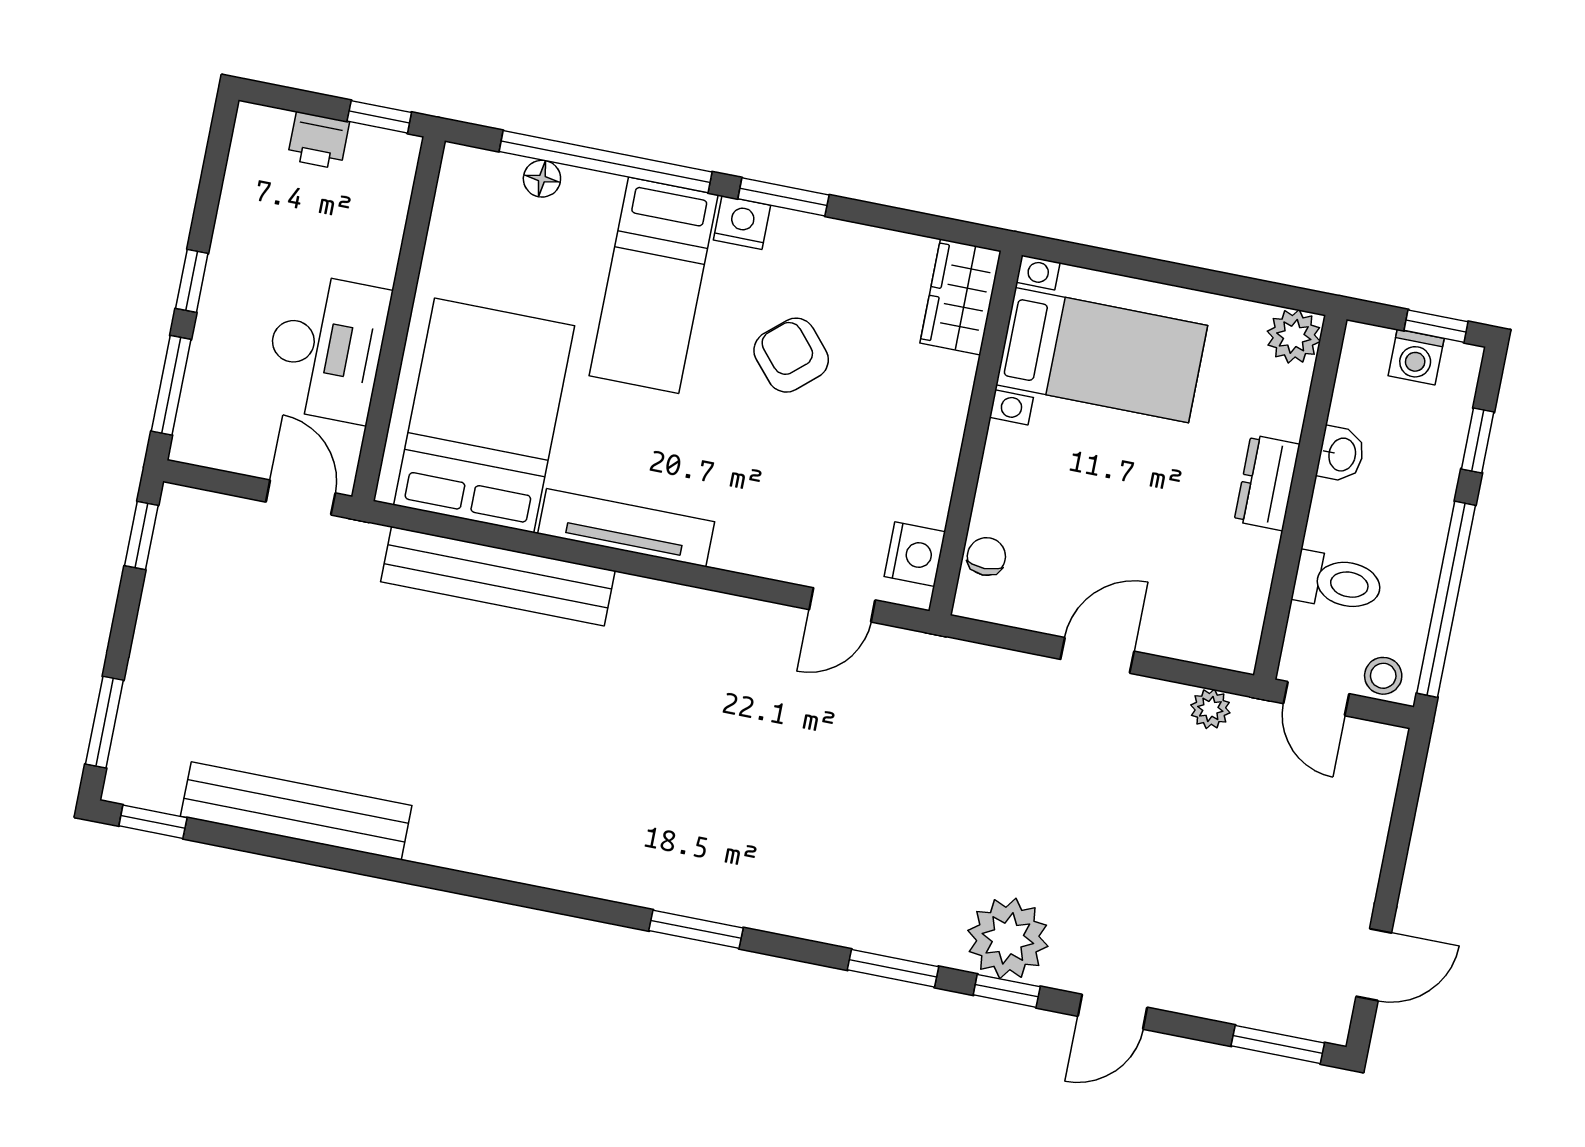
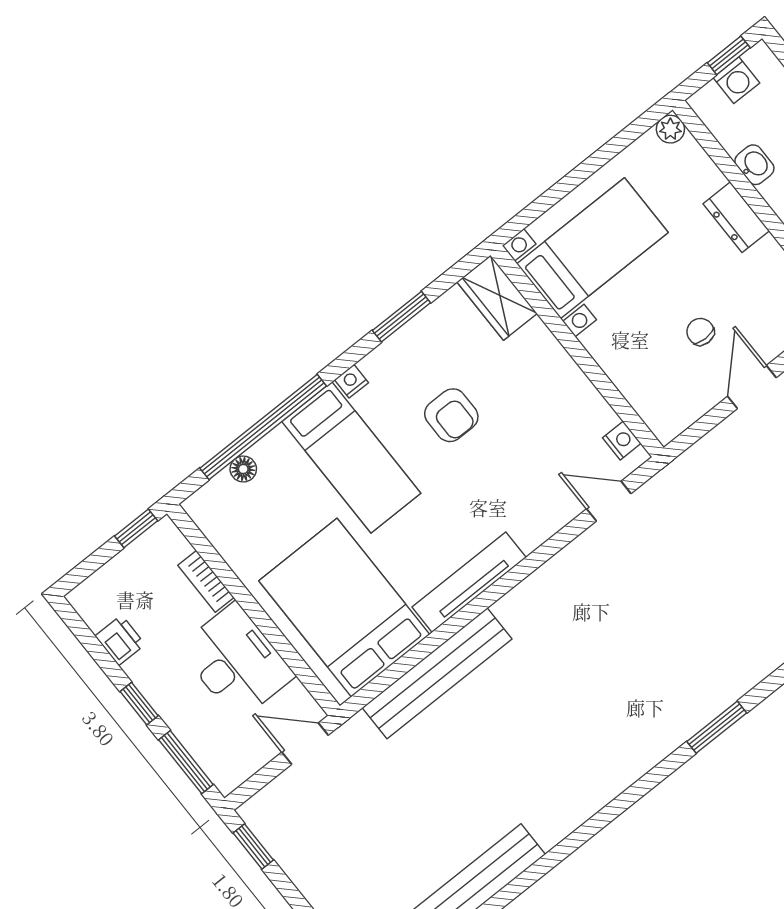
printer: (318, 141) -> (120, 640), moved, turned -90
window: (783, 197) -> (401, 317), moved
nightstand: (742, 223) -> (351, 381), width x0.72, depth x0.74
bookcase: (386, 241) -> (206, 581), added
plant: (1294, 336) -> (670, 129), width x0.73, depth x0.73
armchair: (791, 355) -> (451, 415), turned -139
nightstand: (915, 554) -> (622, 441), width x0.72, depth x0.74
chair: (986, 556) -> (700, 332), moved
door: (842, 605) -> (609, 501), swing flipped

